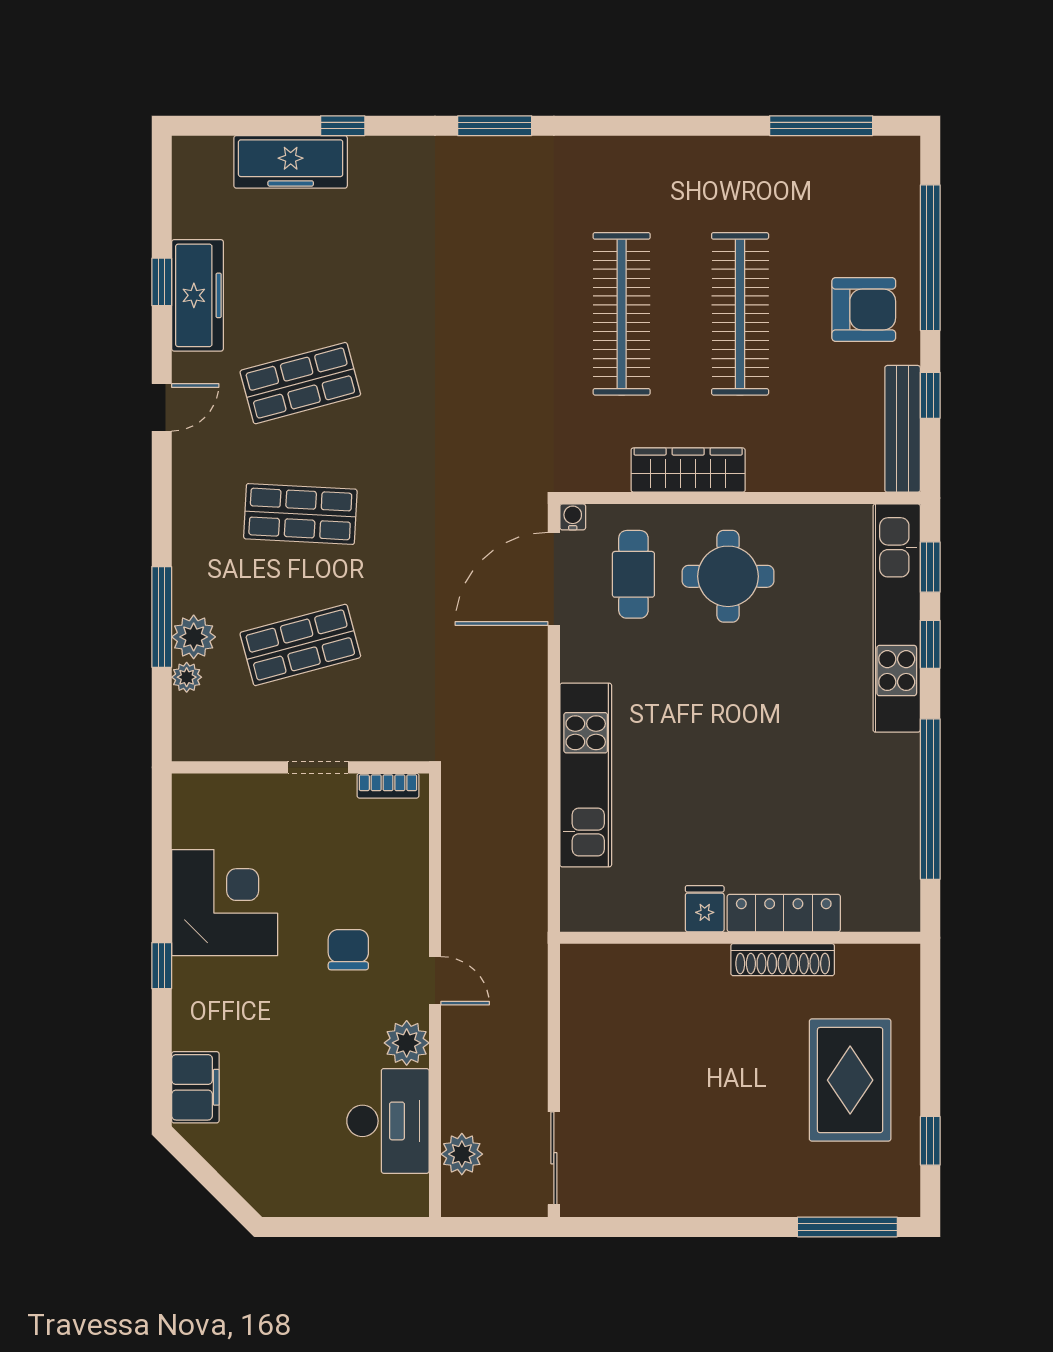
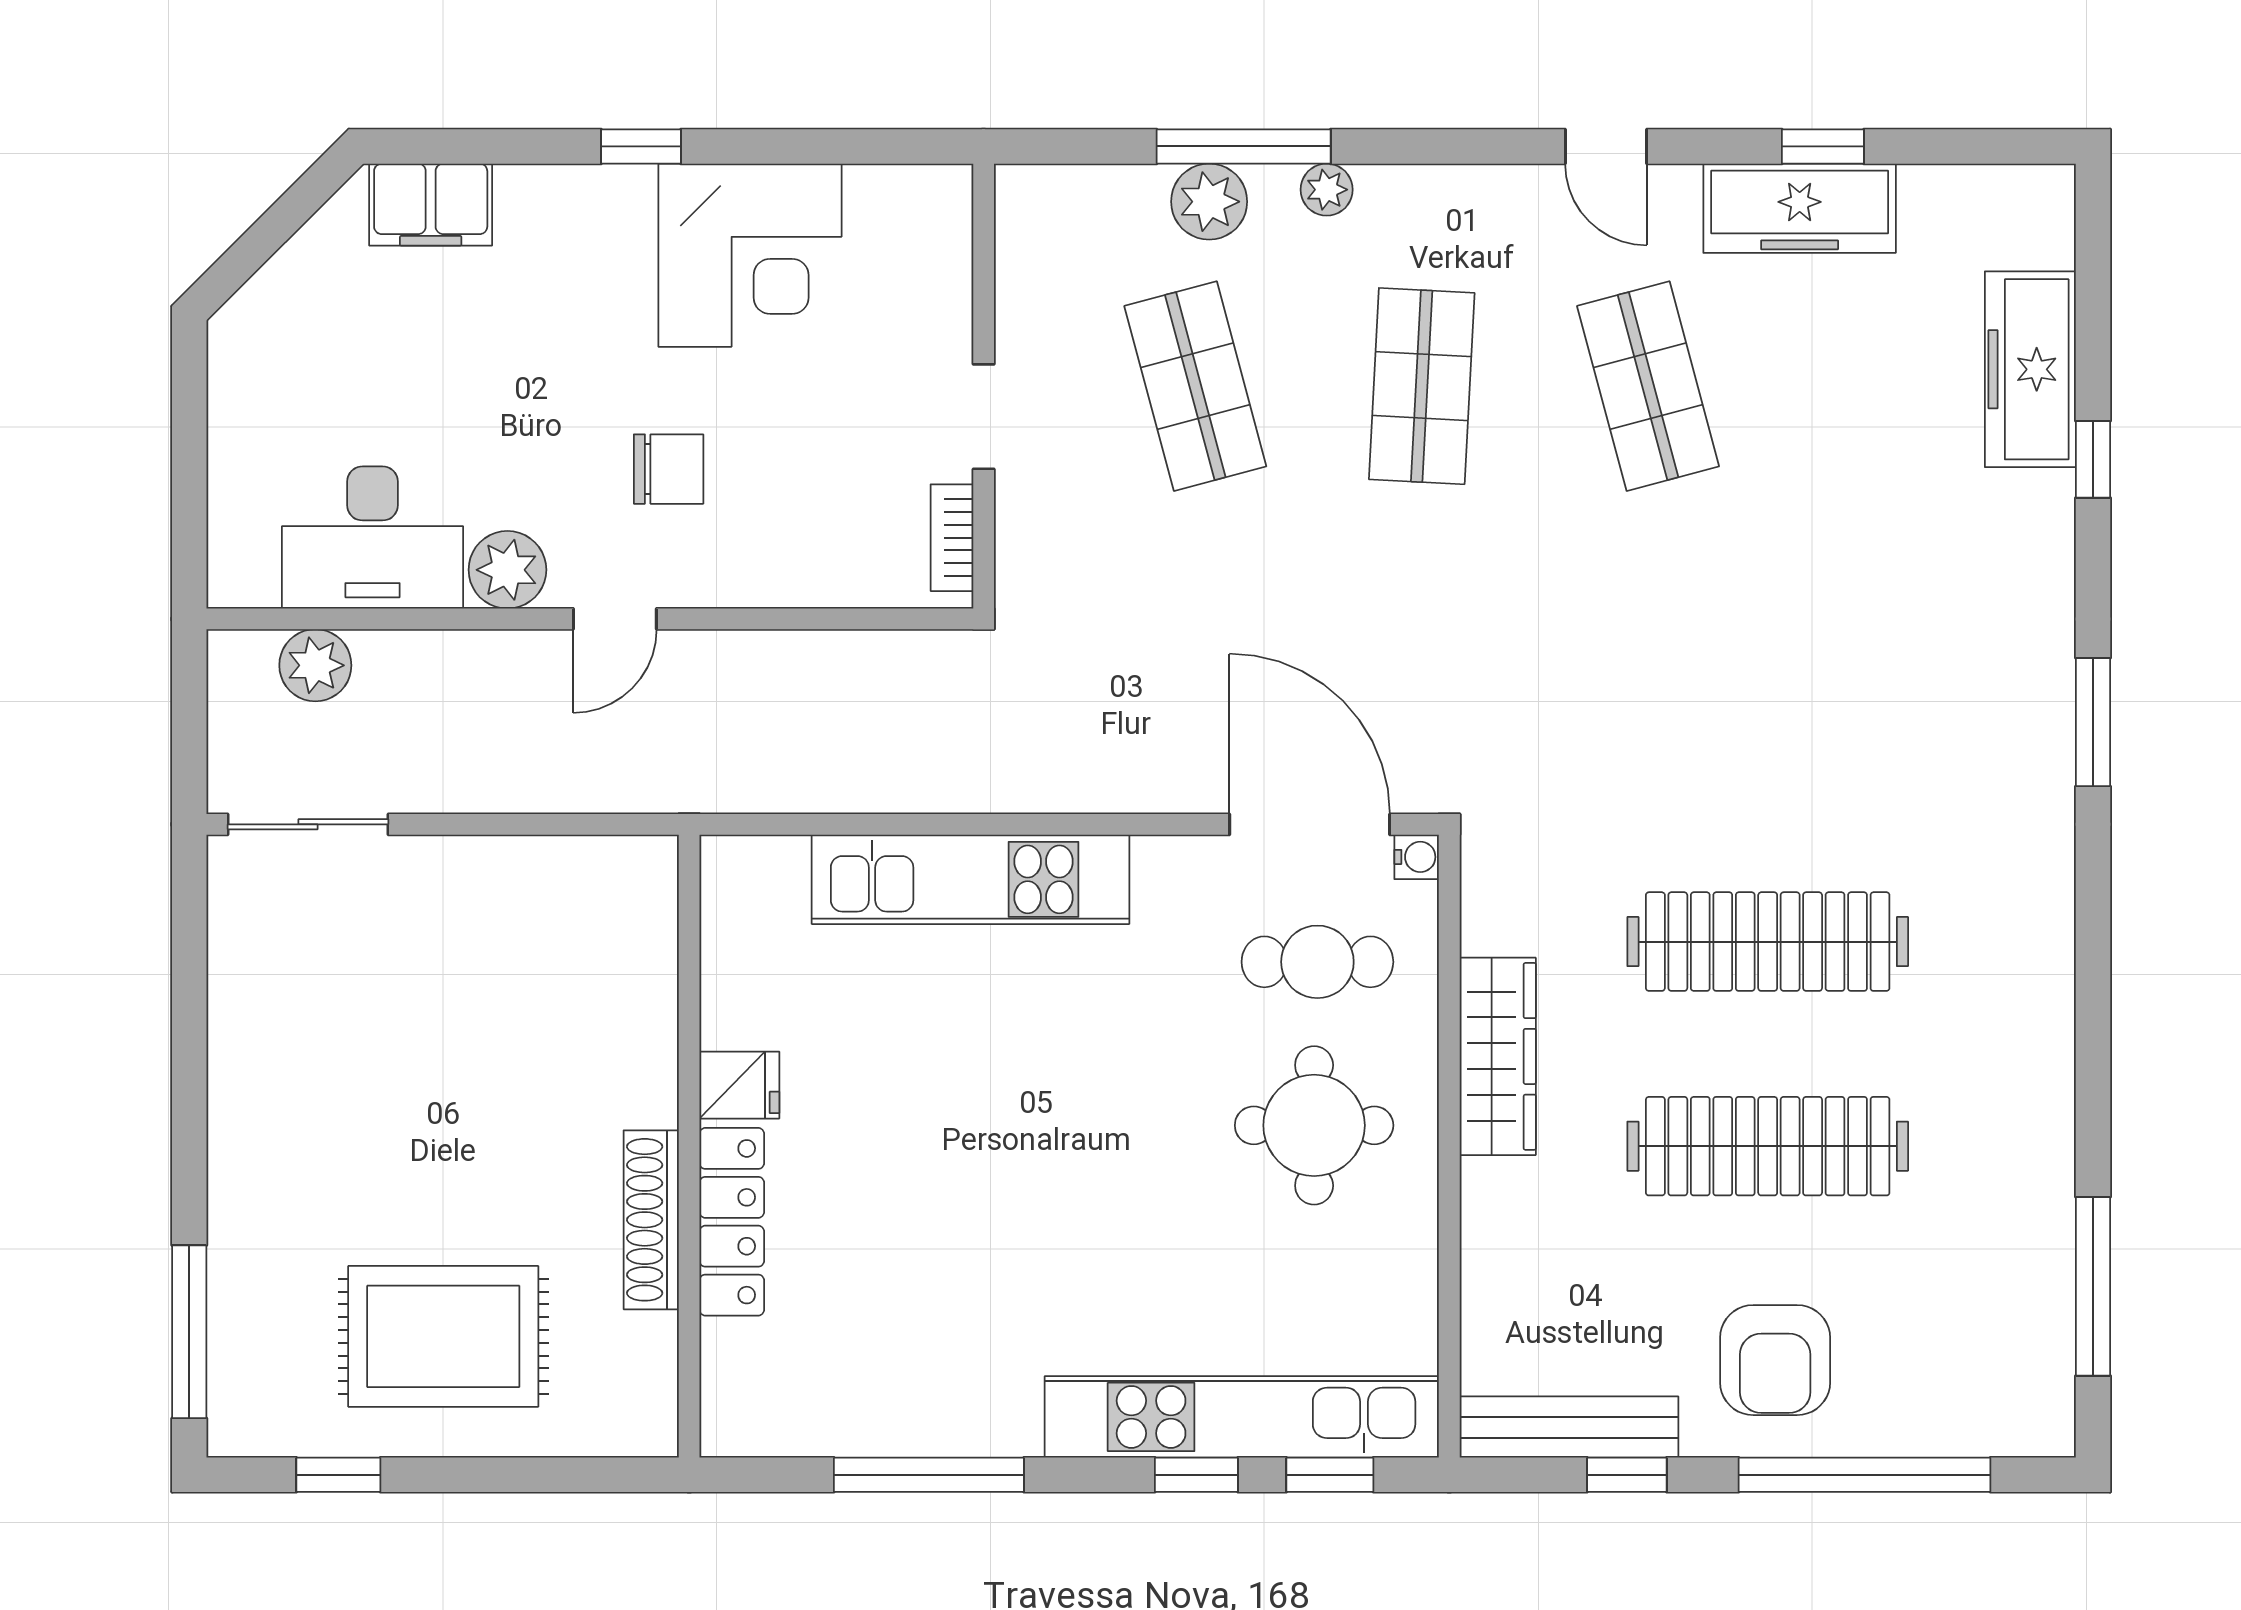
plant: (187, 677) -> (1327, 190), moved
window: (930, 799) -> (929, 1475), width x0.68

